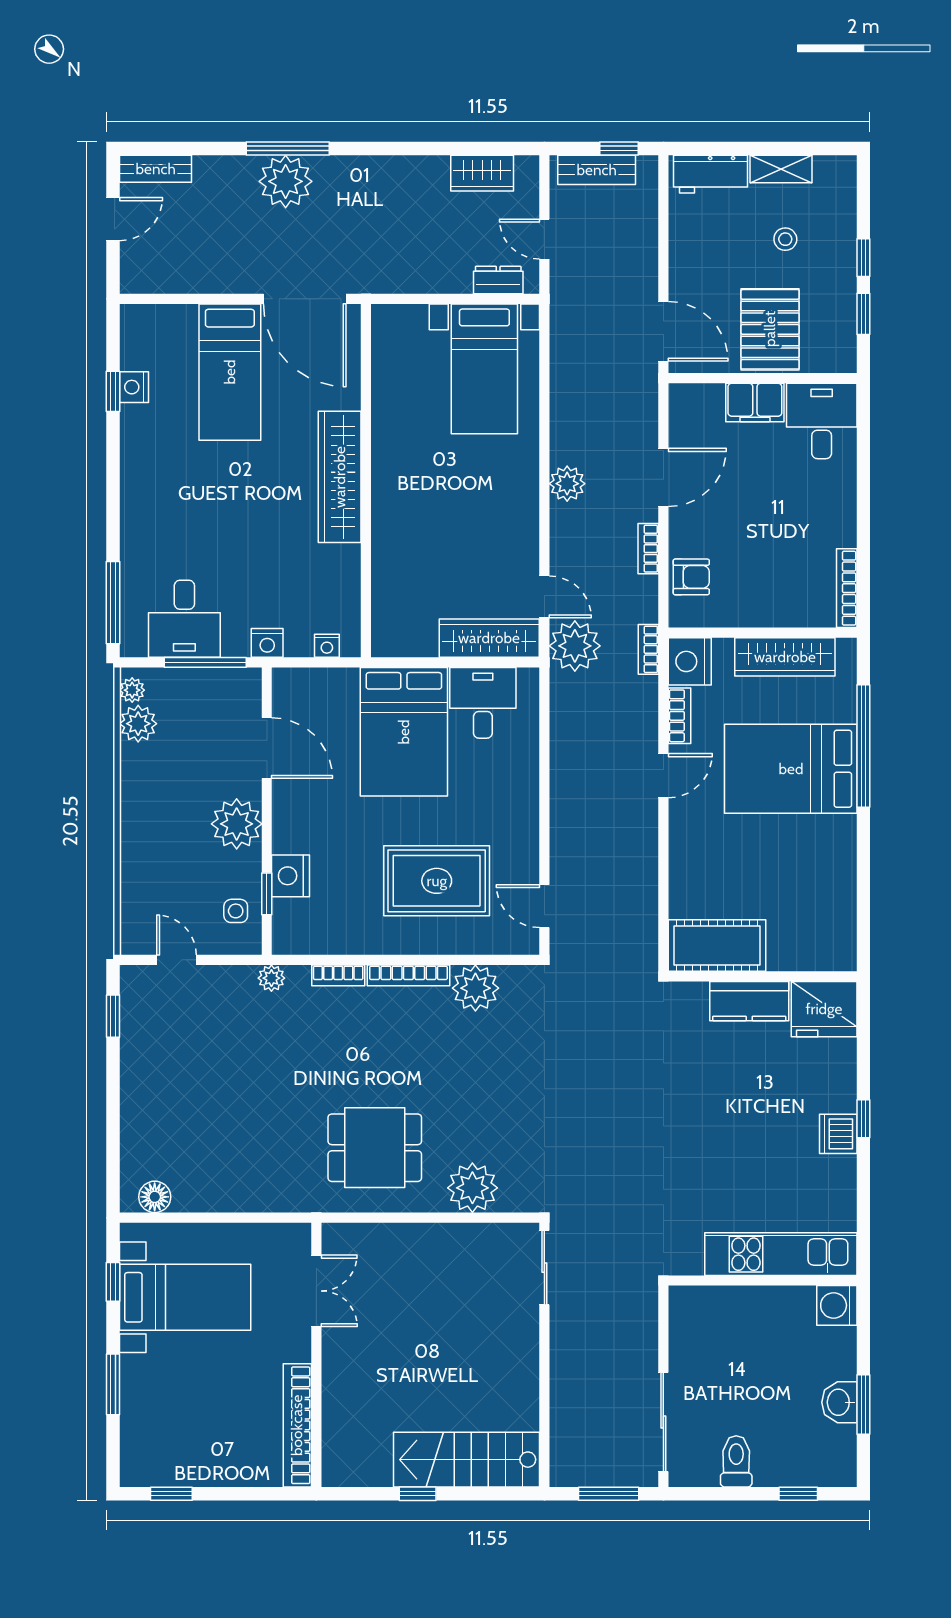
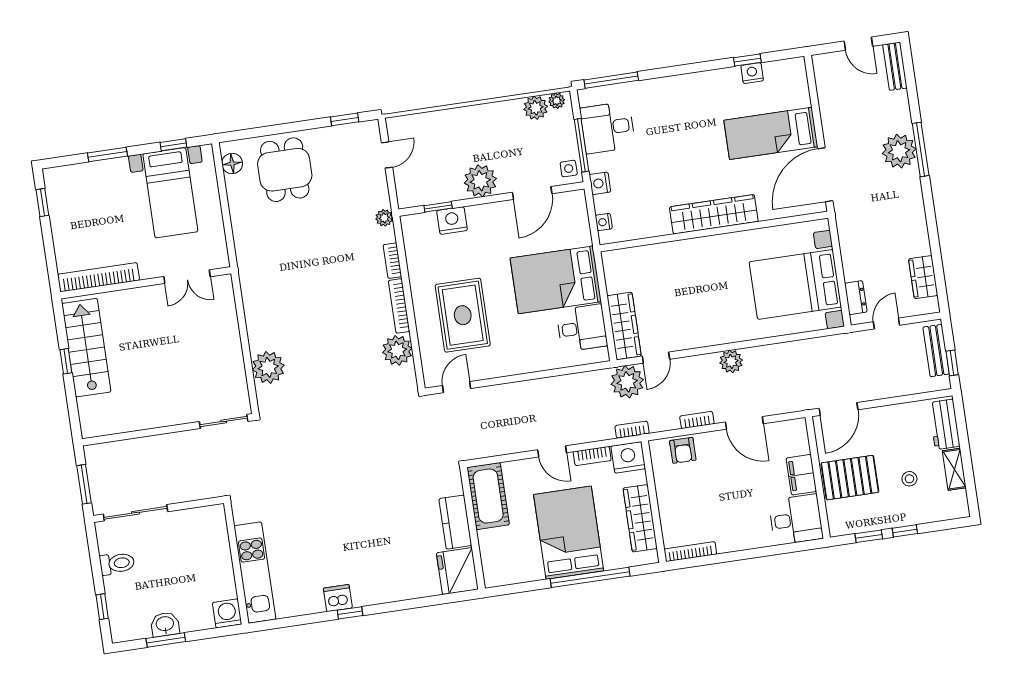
bed with nightstands: (484, 369) -> (795, 284), width x1.36
side table: (236, 911) -> (569, 169), moved
cot: (717, 946) -> (488, 496), moved
wall: (763, 976) -> (473, 528), moved
kitchen counter: (749, 1001) -> (455, 522), moved
fridge: (824, 1009) -> (457, 571), moved
dining table: (375, 1148) -> (285, 170), moved
stairs: (467, 1460) -> (86, 348), moved

